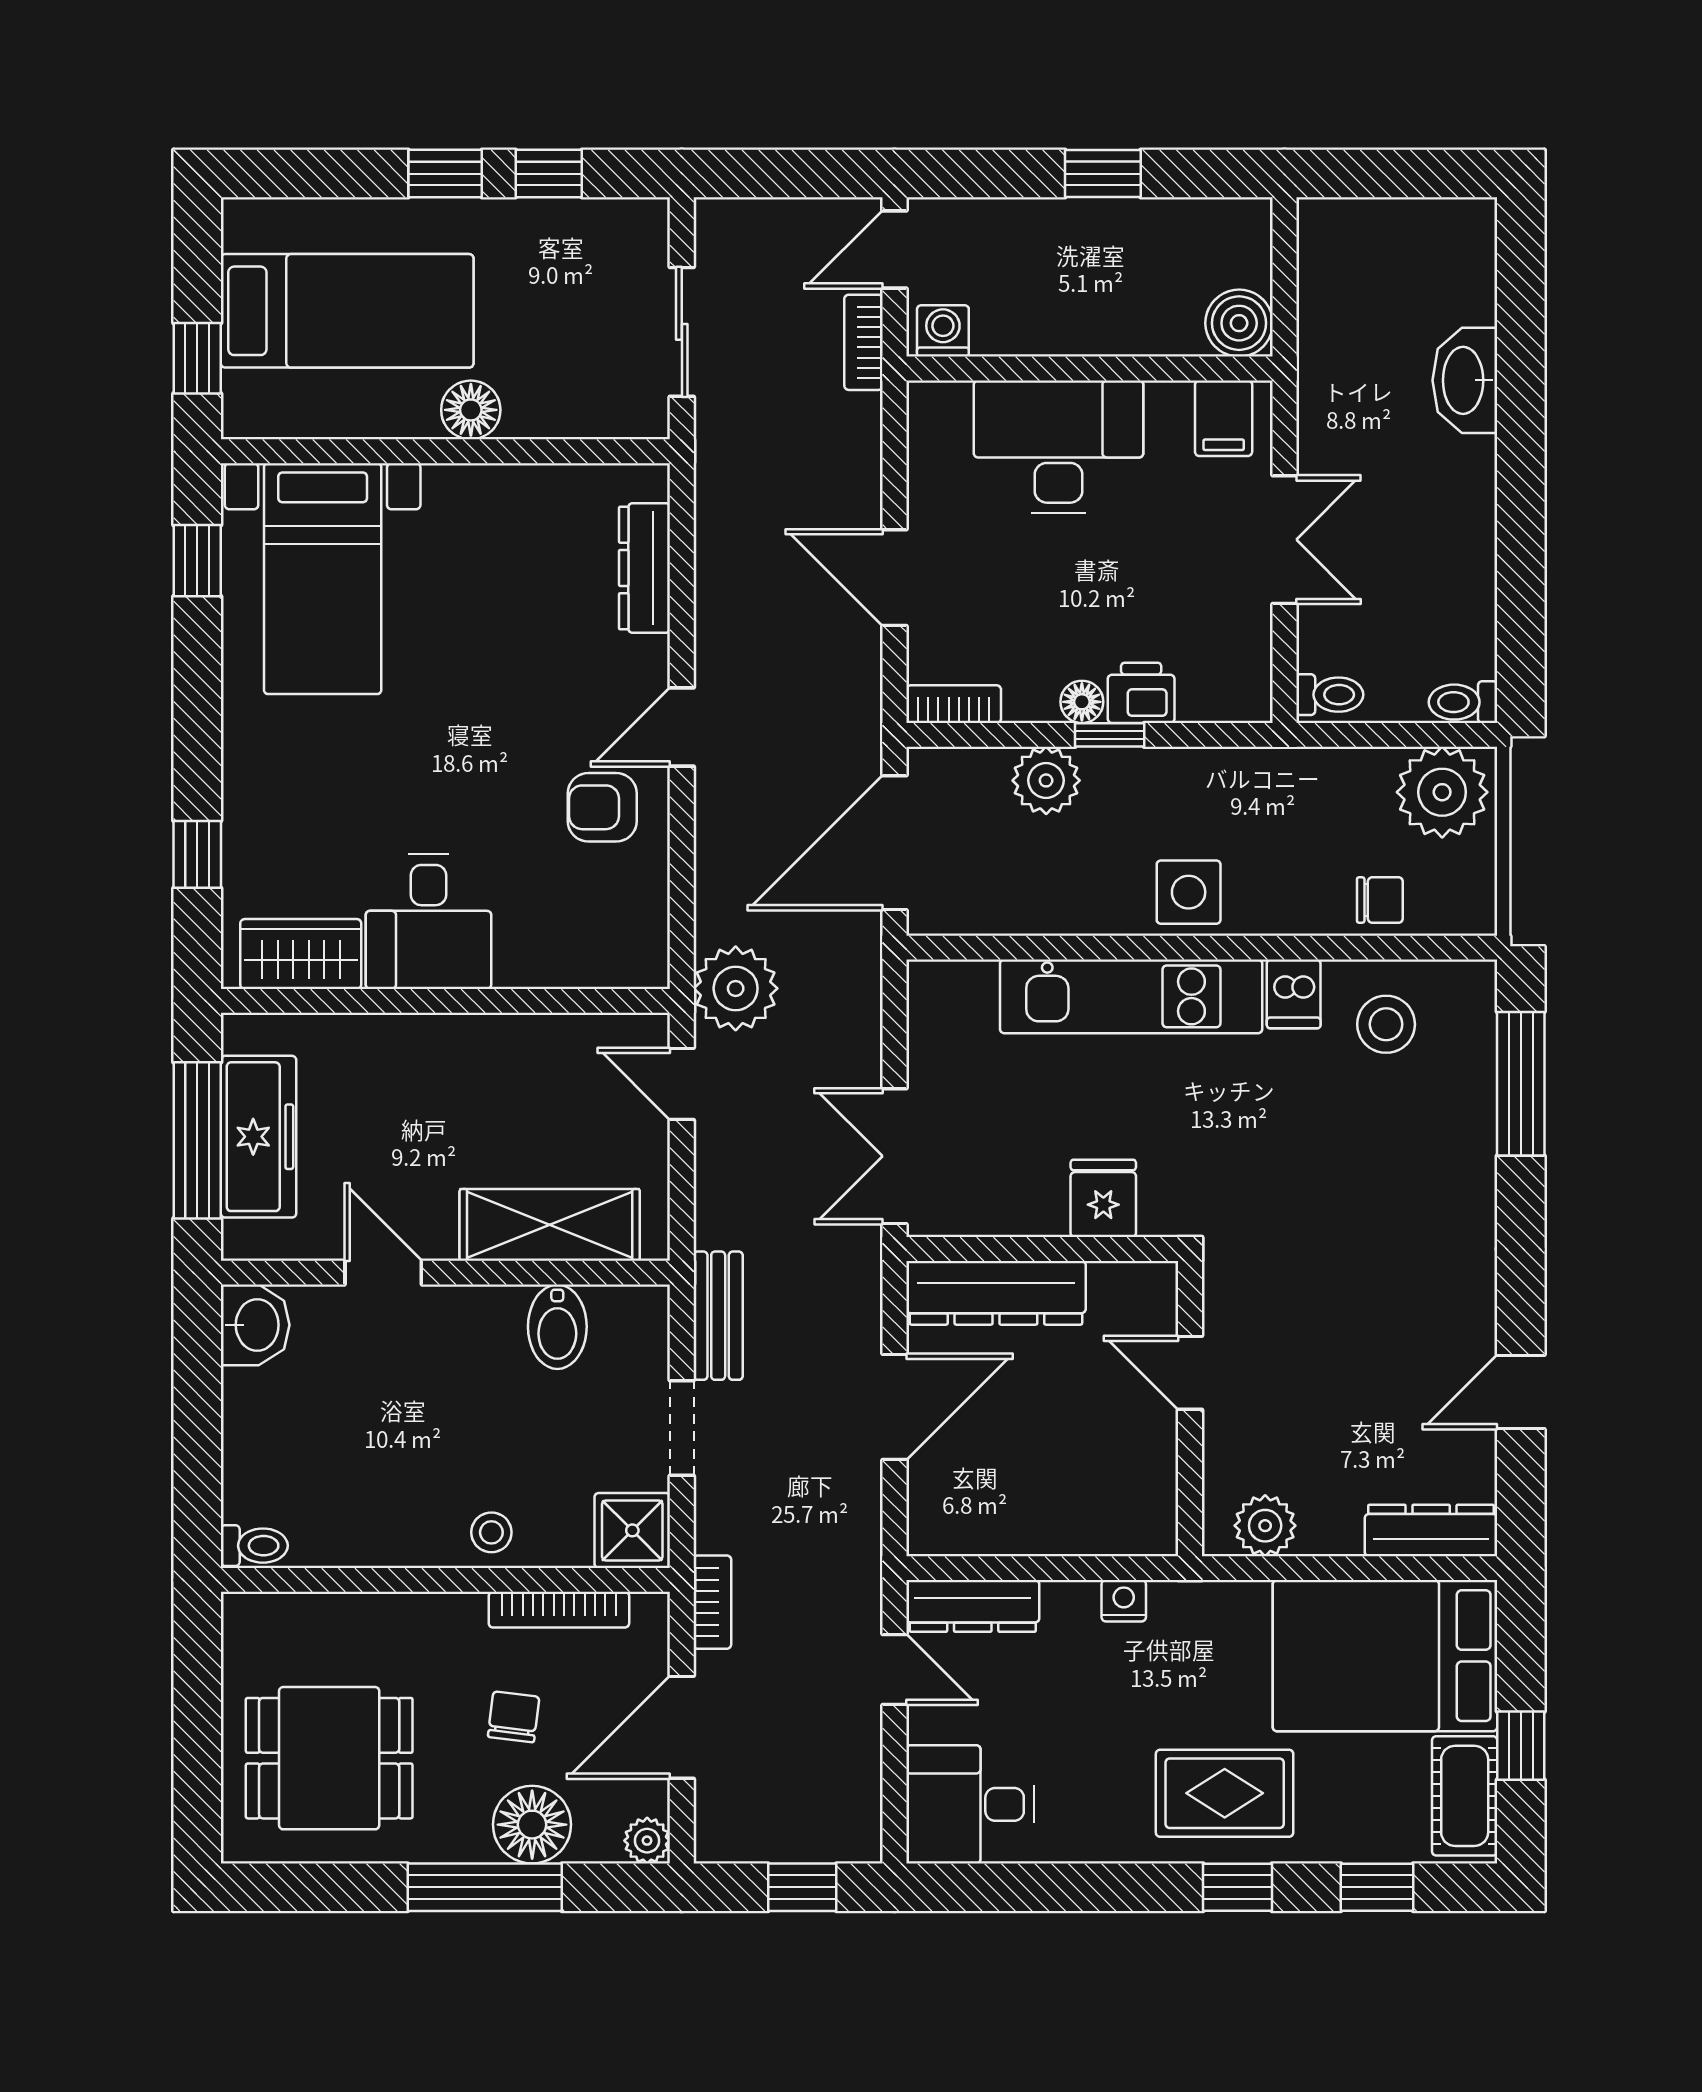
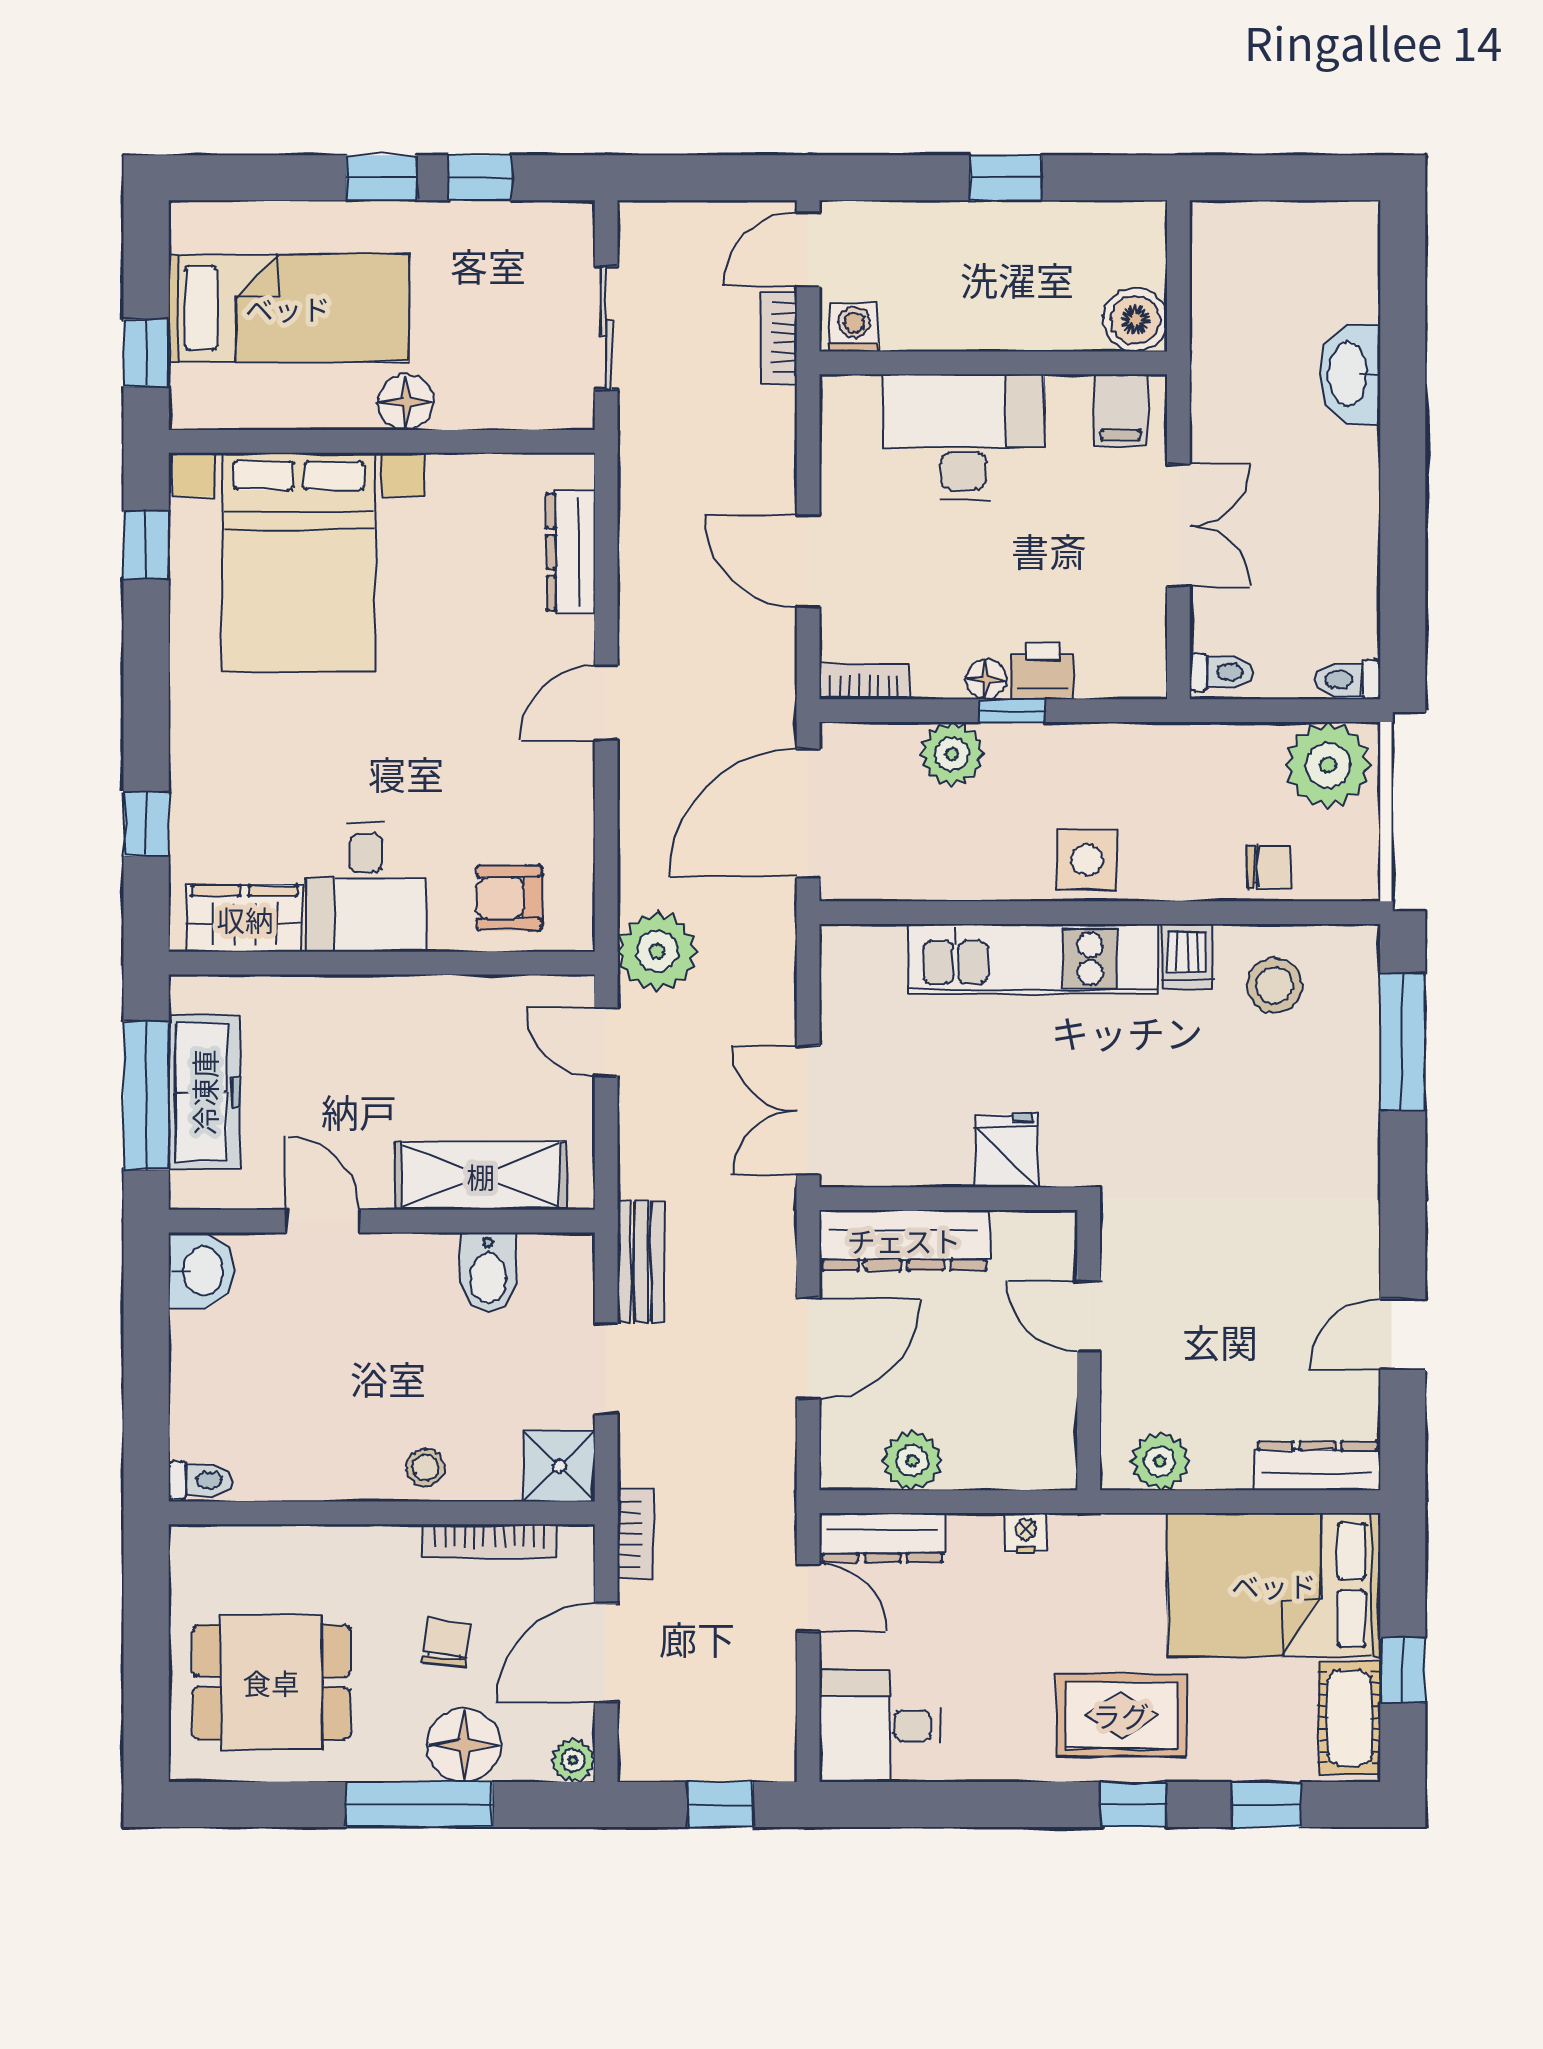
bed with nightstands: (323, 579) -> (299, 562), width x1.36
armchair: (602, 807) -> (509, 898), moved
plant: (1004, 1525) -> (912, 1460), added

